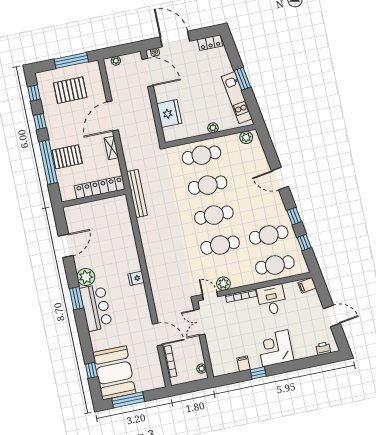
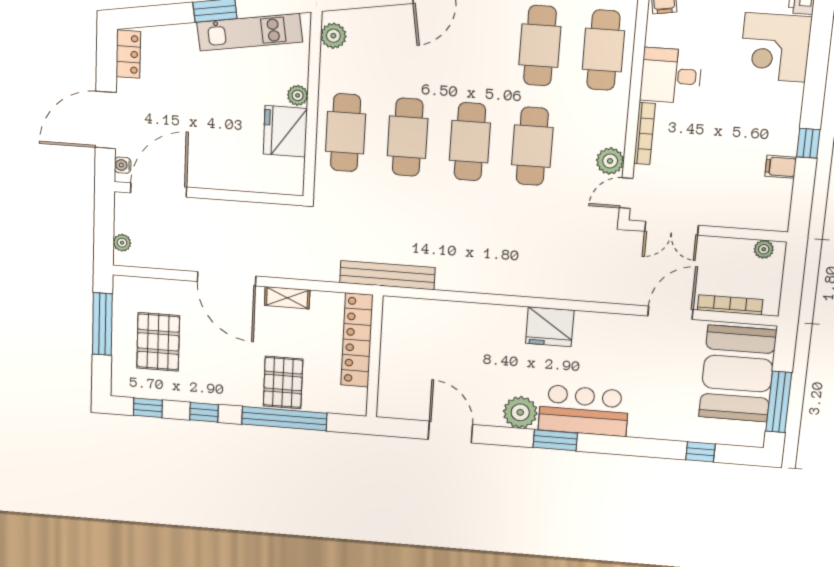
fridge: (169, 113) -> (285, 131), moved, turned -90
fridge: (136, 278) -> (550, 327), width x1.88, depth x1.34
corner desk: (275, 348) -> (775, 47), moved
booth: (114, 373) -> (738, 374), moved, turned 90

